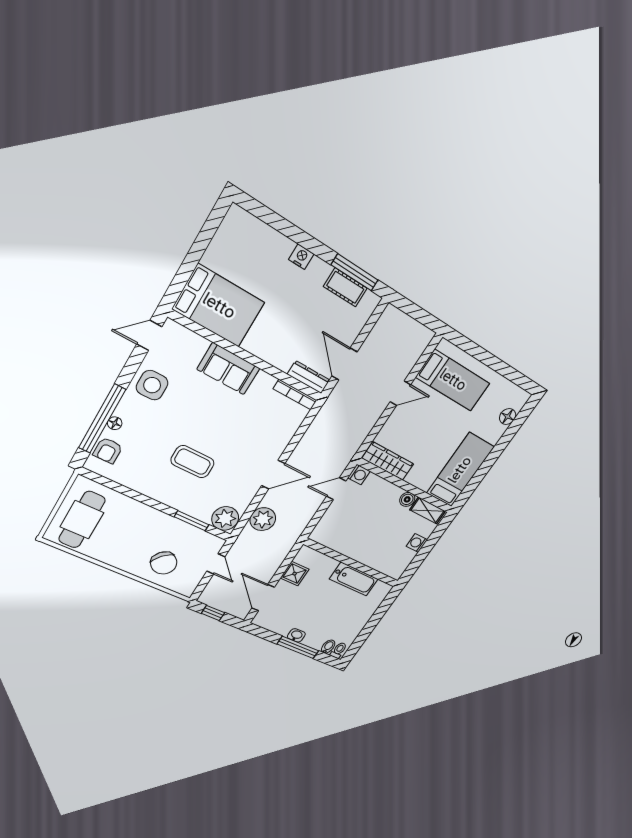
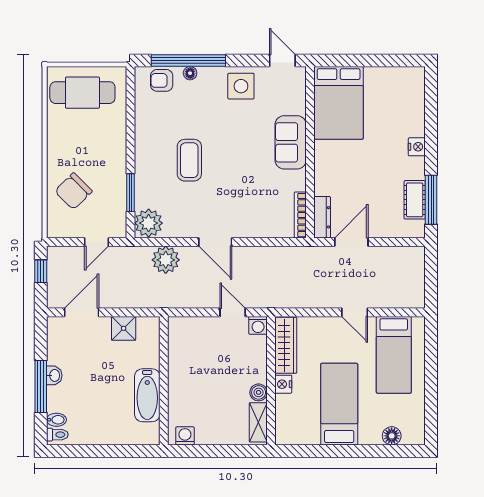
bed: (460, 470) -> (339, 404), moved, turned -90
nightstand: (414, 478) -> (283, 384), added
washing machine: (417, 543) -> (185, 436), moved

